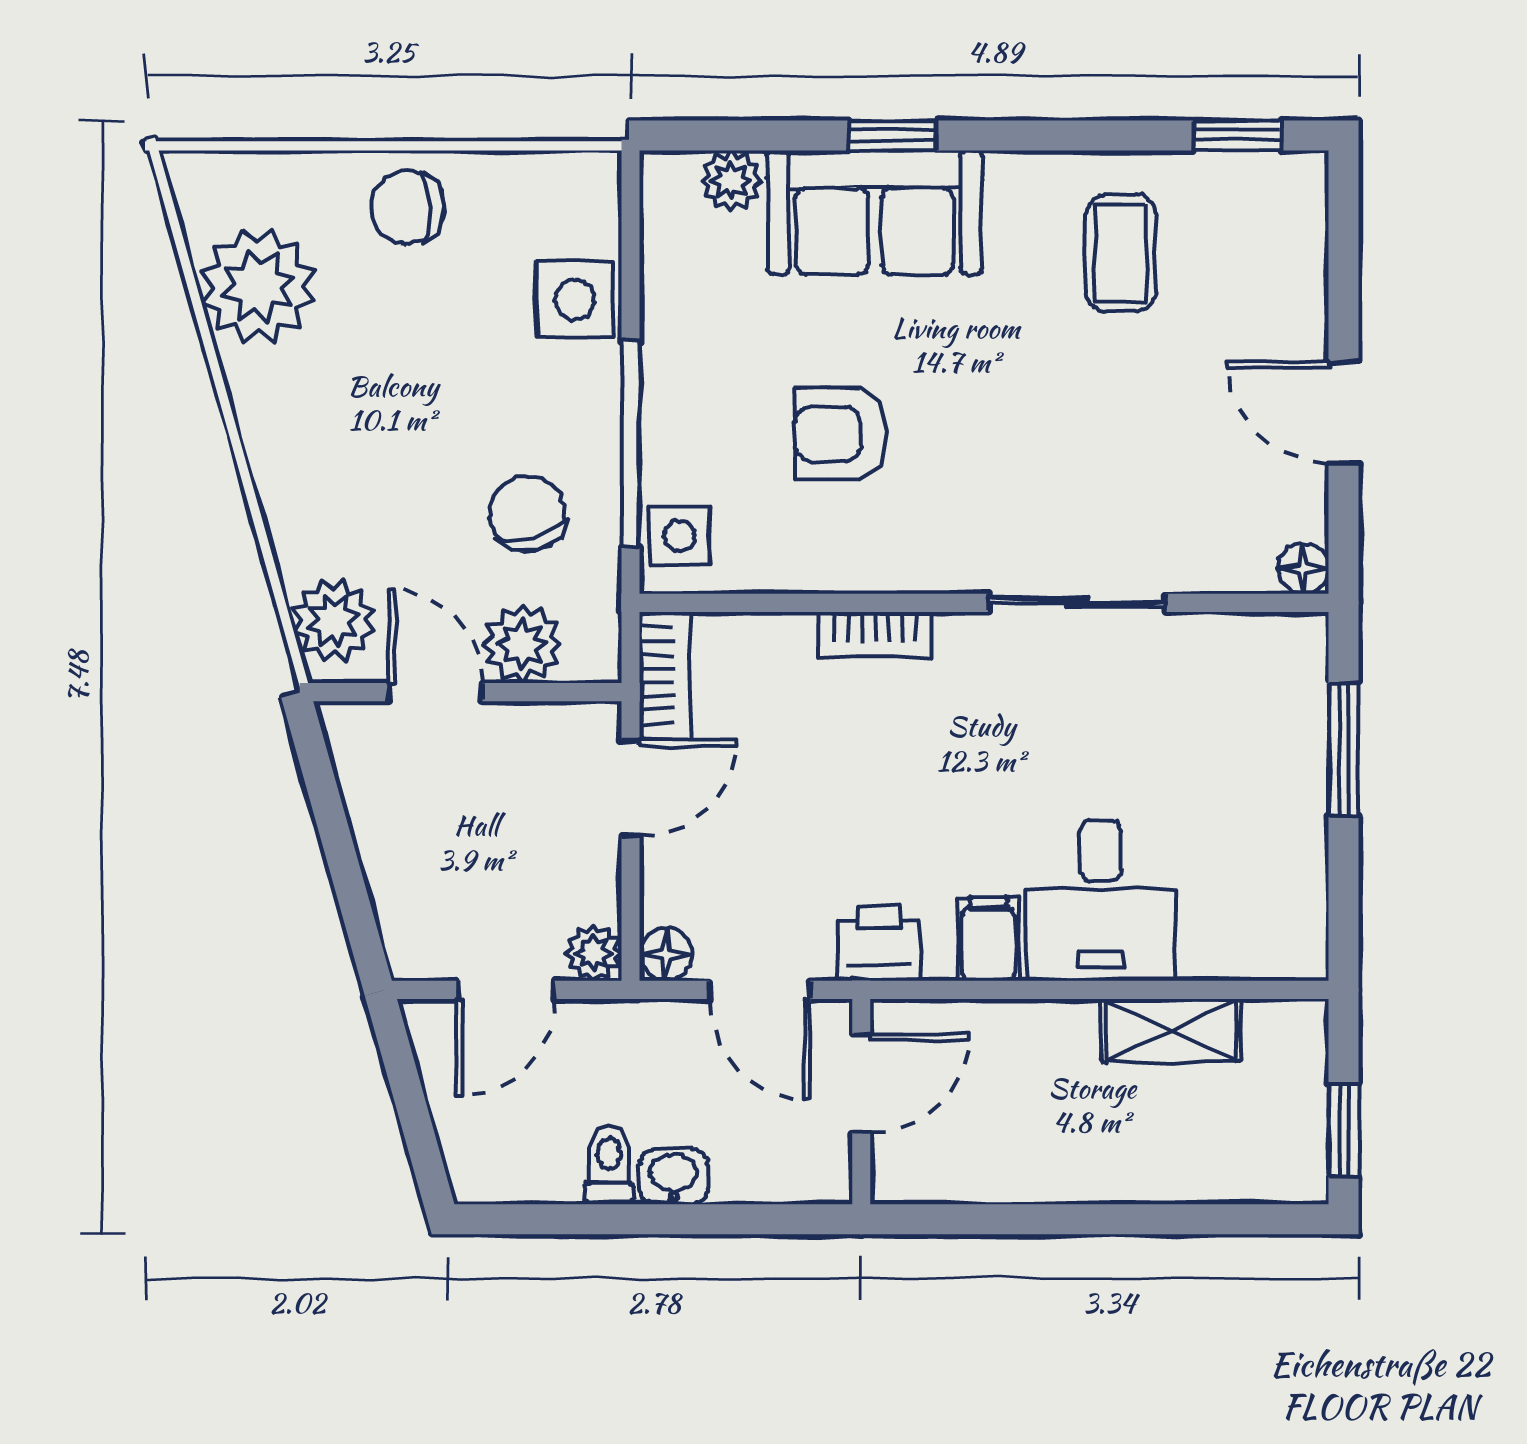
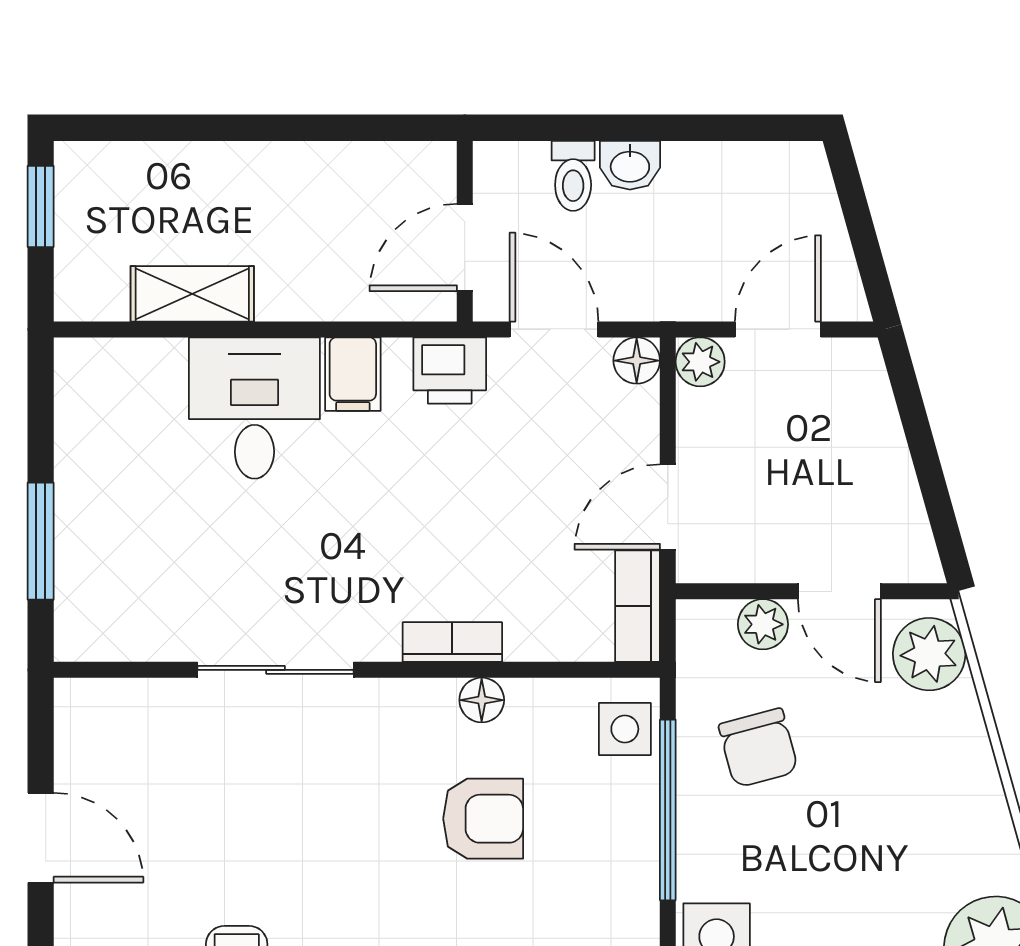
floor lamp: (1303, 569) -> (482, 700), moved
plant: (522, 644) -> (763, 624), width x0.73, depth x0.73
toilet: (609, 1164) -> (573, 176), moved

